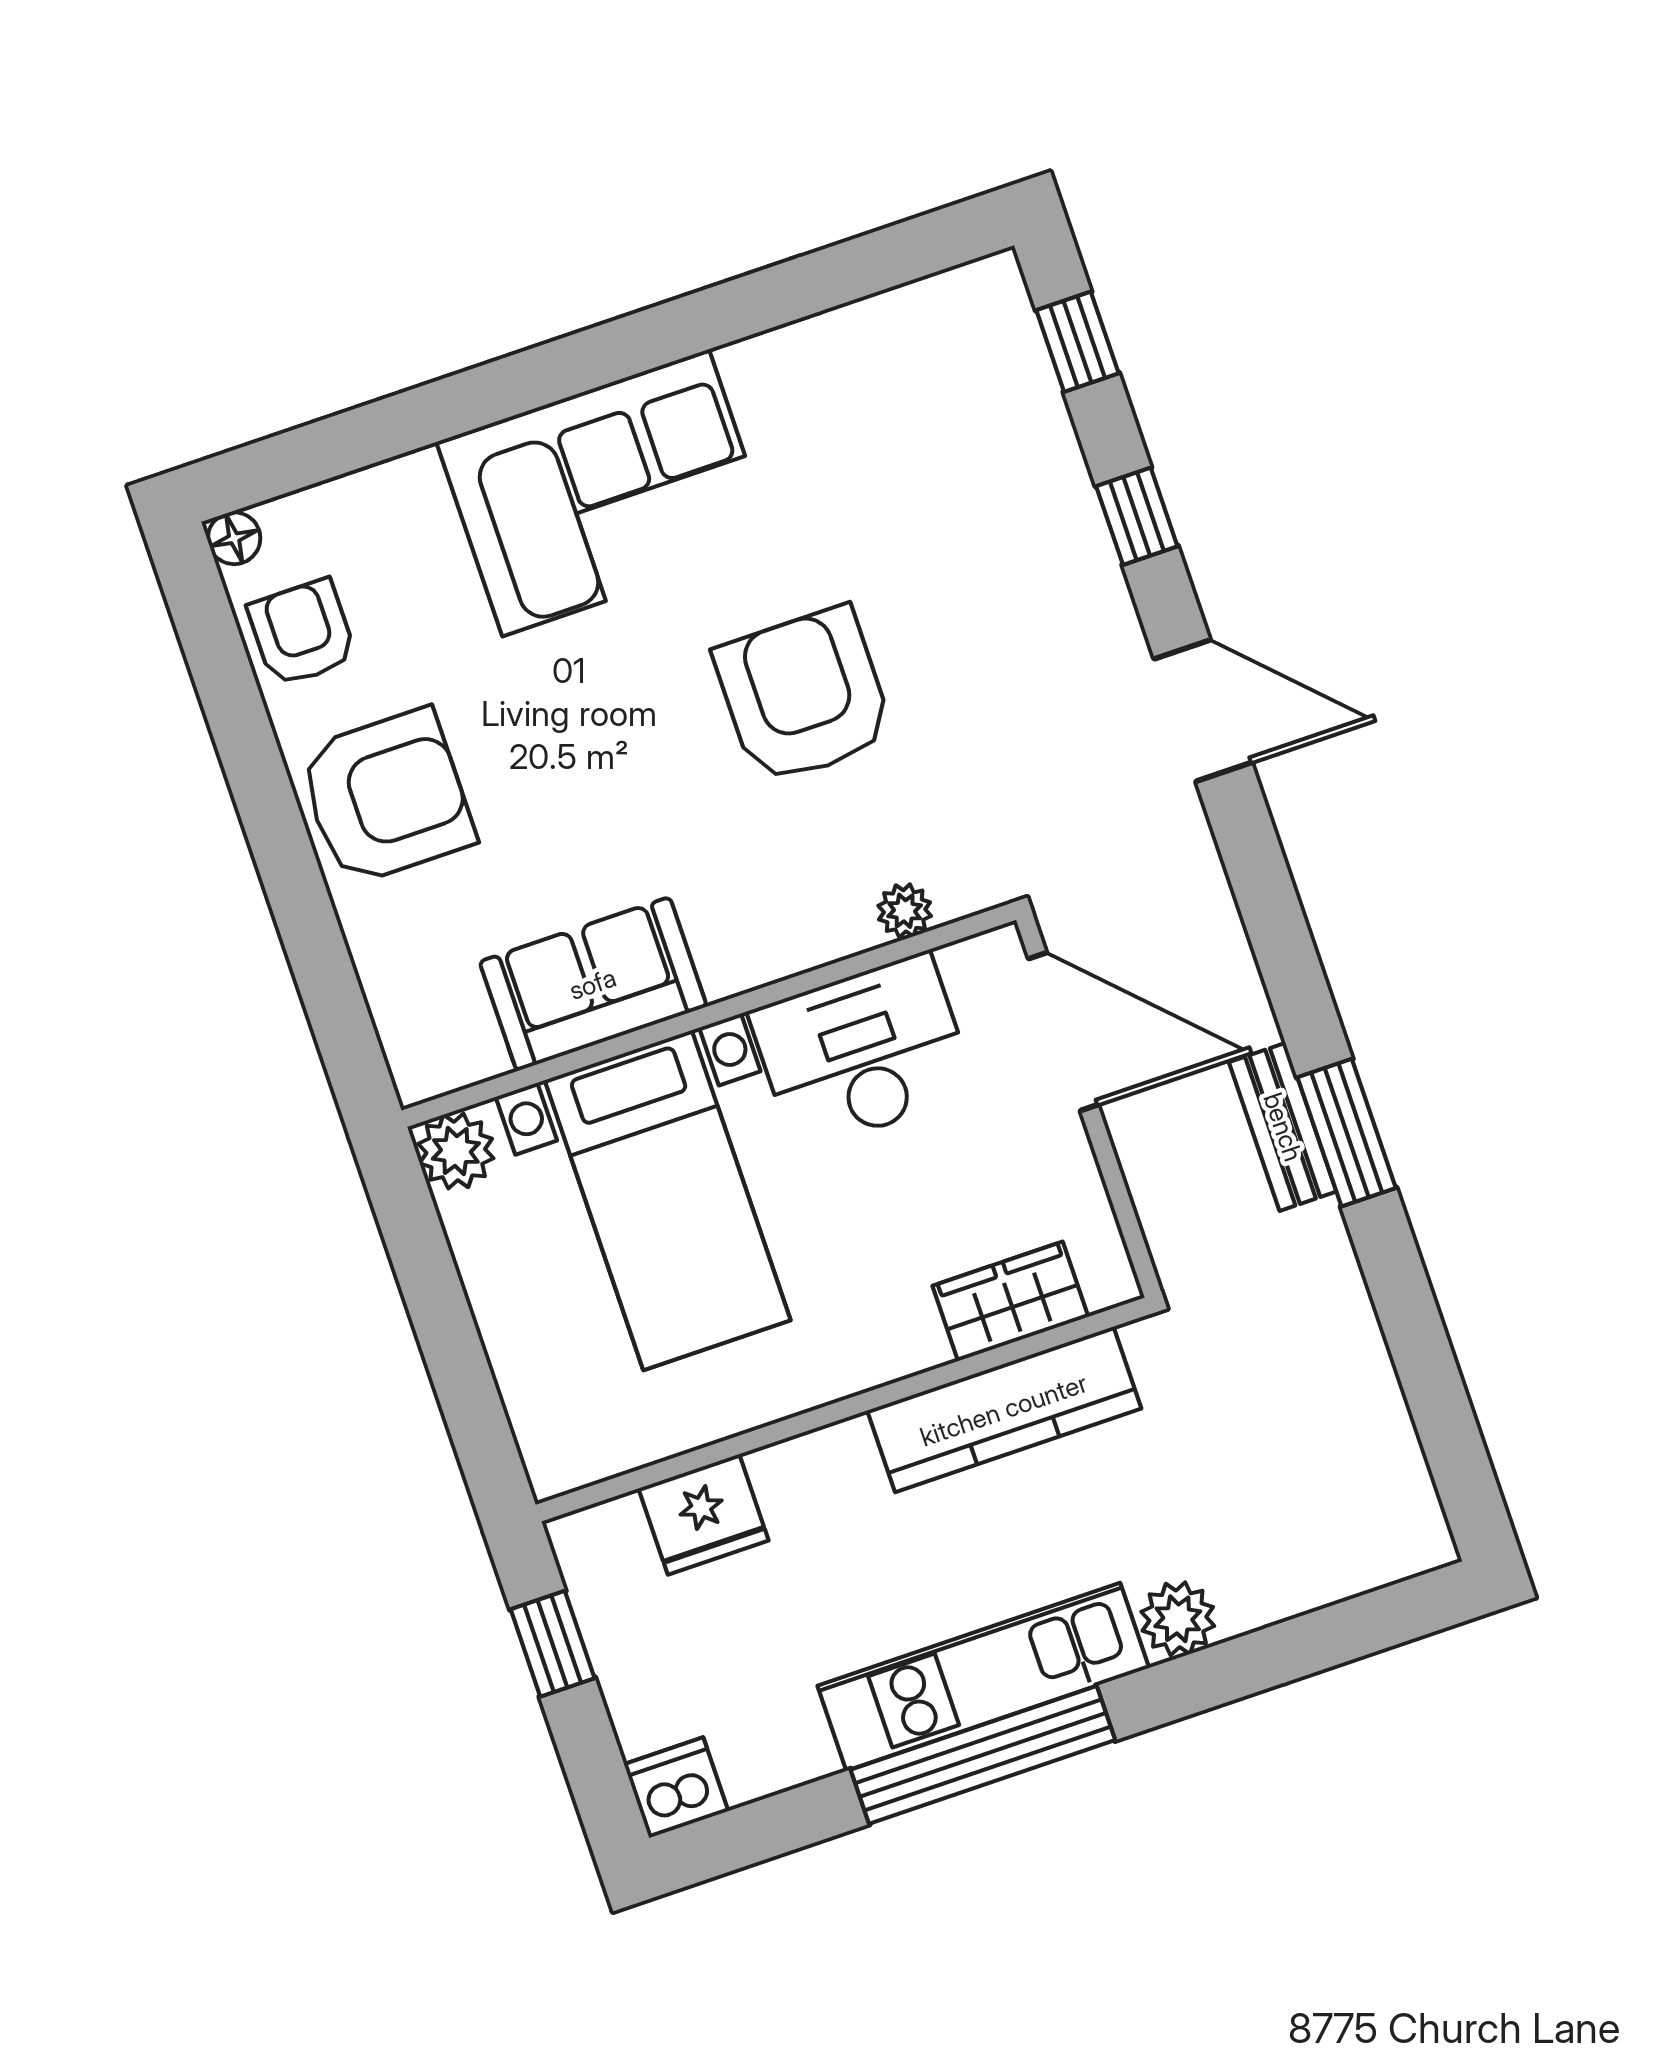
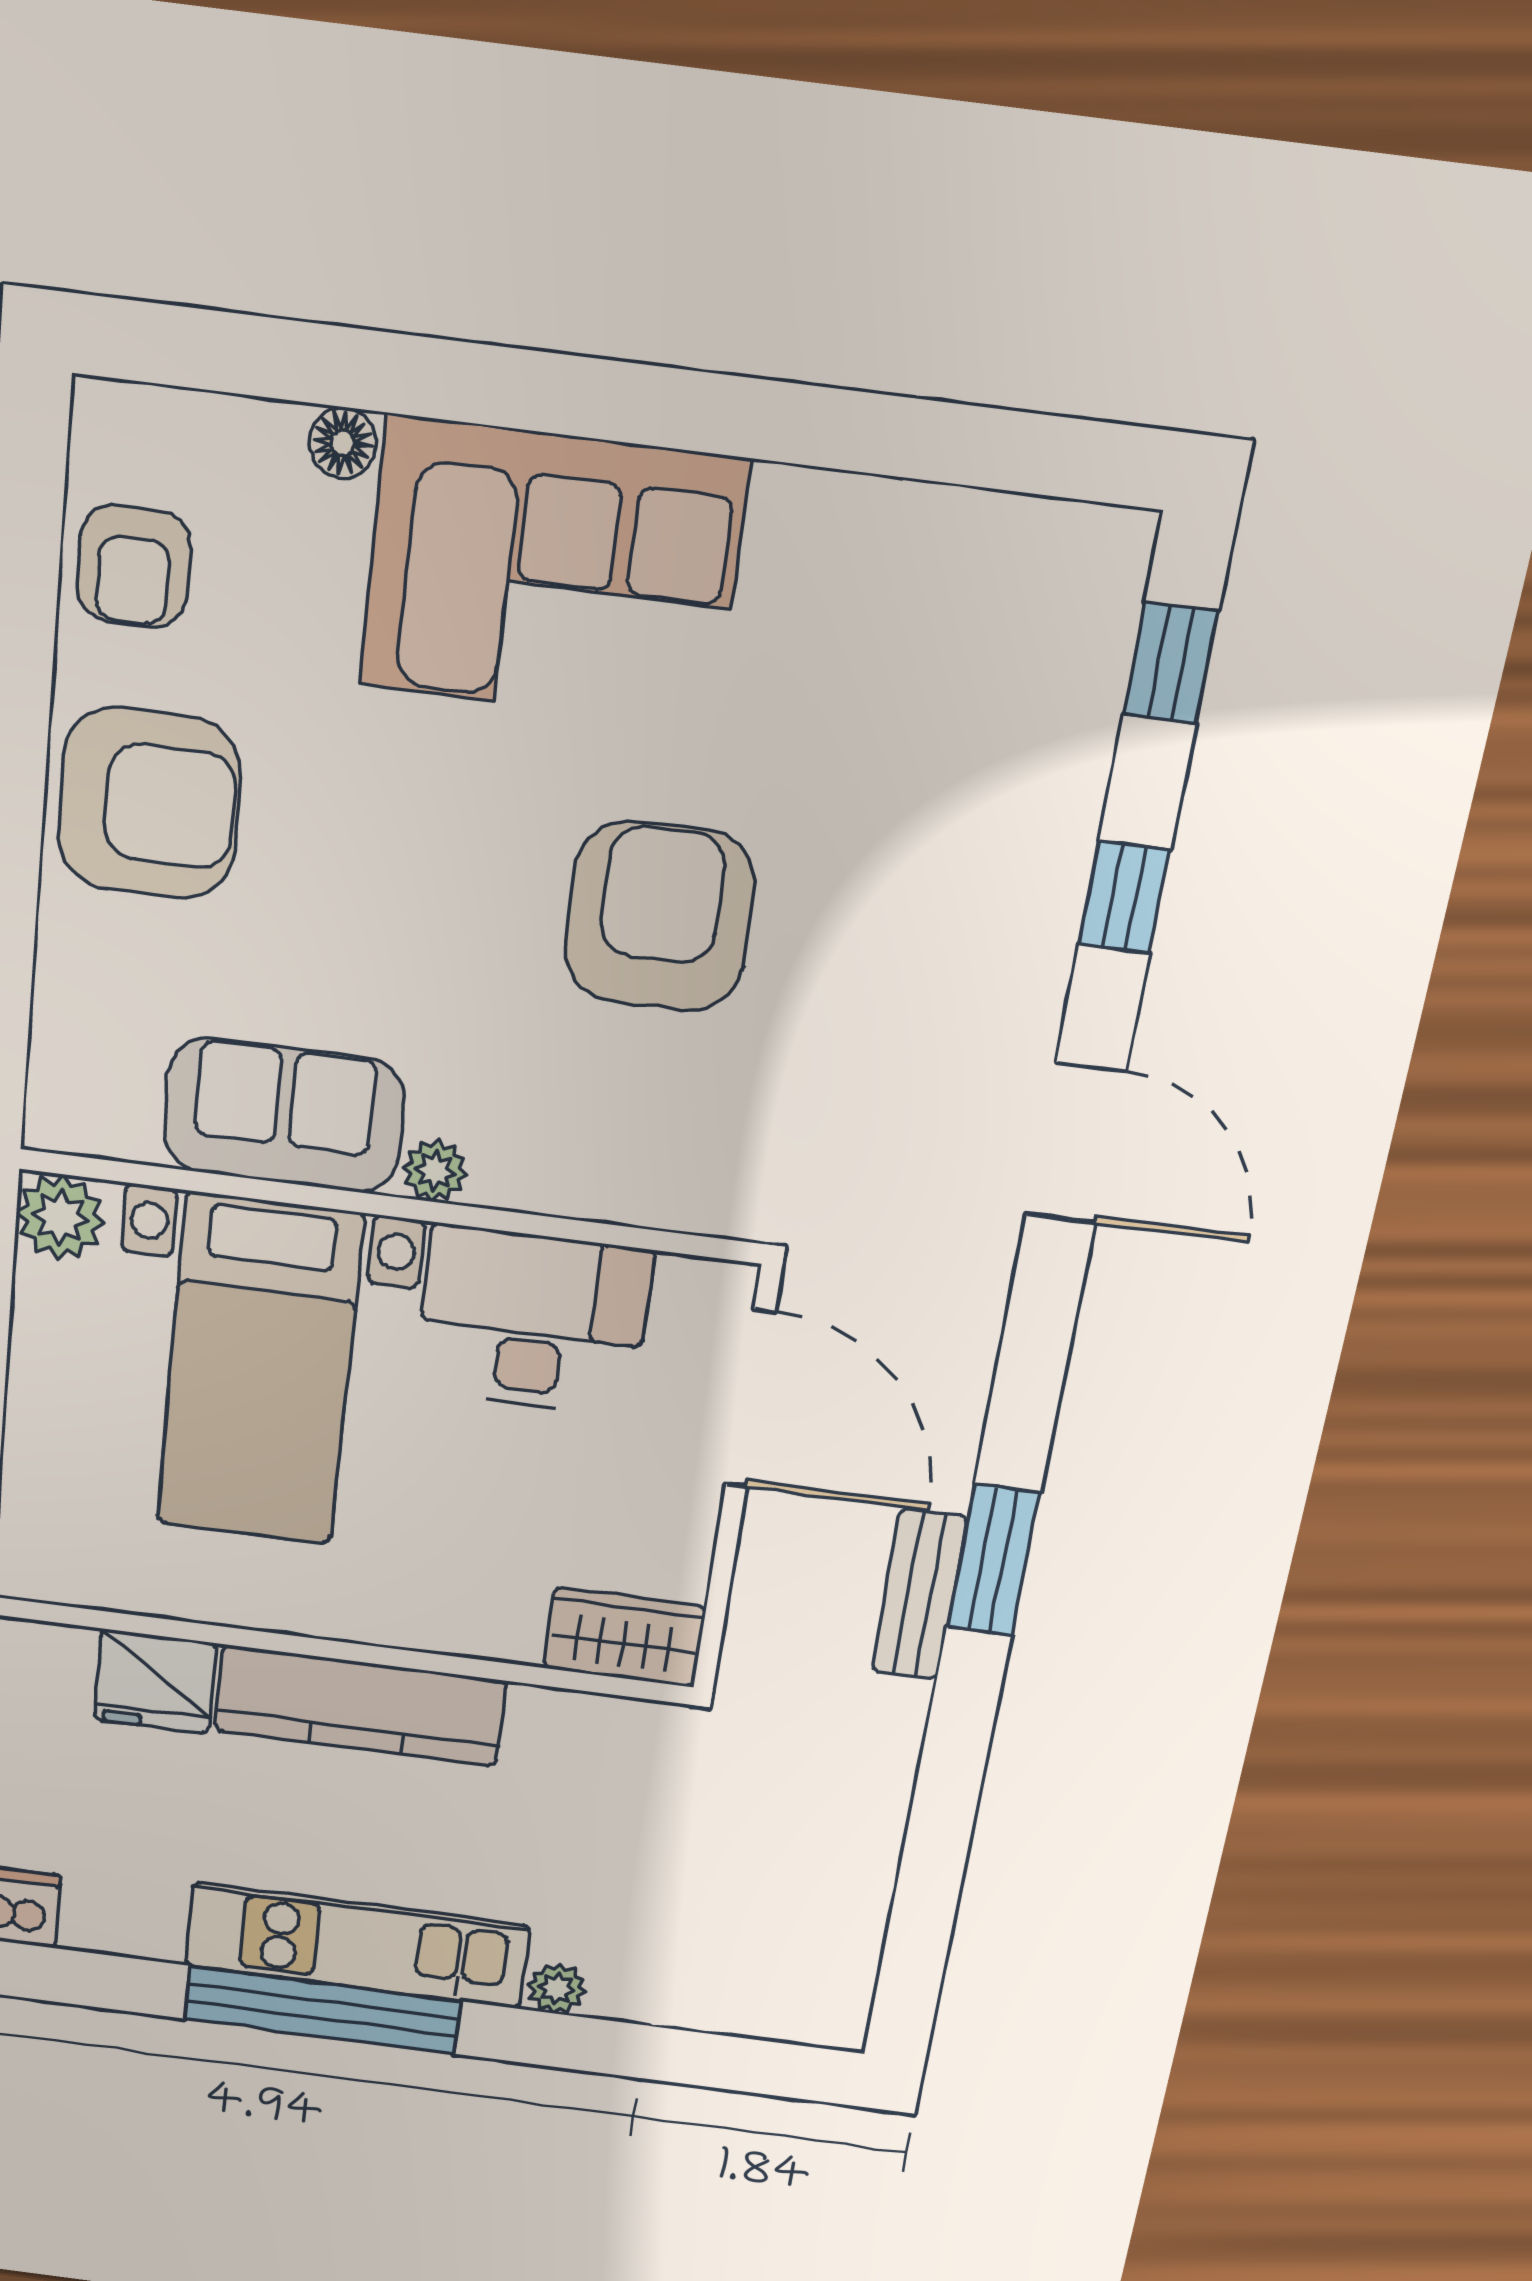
floor lamp: (234, 538) -> (343, 443), moved
armchair: (302, 633) -> (134, 566), turned 180
plant: (905, 911) -> (435, 1171), moved
window: (1347, 1133) -> (993, 1560), moved
wardrobe: (1010, 1301) -> (624, 1637), moved
kitchen counter: (1004, 1410) -> (360, 1706), moved
plant: (1178, 1619) -> (557, 1988), width x0.73, depth x0.73

